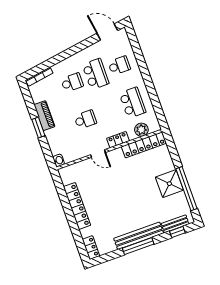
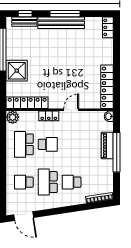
piano: (44, 116) -> (107, 146), moved
school desk: (85, 120) -> (48, 144), moved, turned 180
window: (38, 128) -> (117, 152), width x2.11
plant: (141, 130) -> (13, 117), moved
door: (98, 154) -> (71, 110), hinge flipped
shower: (169, 184) -> (17, 71), moved
locker: (77, 206) -> (107, 87), moved

